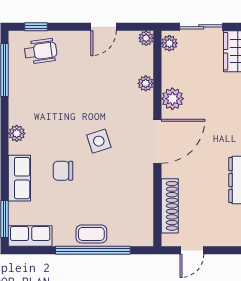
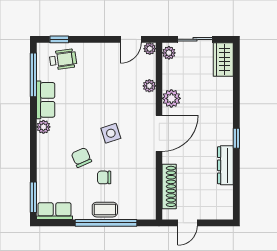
door: (104, 27) -> (131, 39), moved
chair: (63, 171) -> (81, 158), turned 66
row of seats: (19, 178) -> (46, 100), moved
chair: (91, 195) -> (104, 177), added

